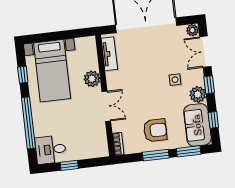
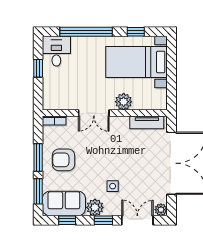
armchair: (155, 130) -> (63, 160), turned 90

